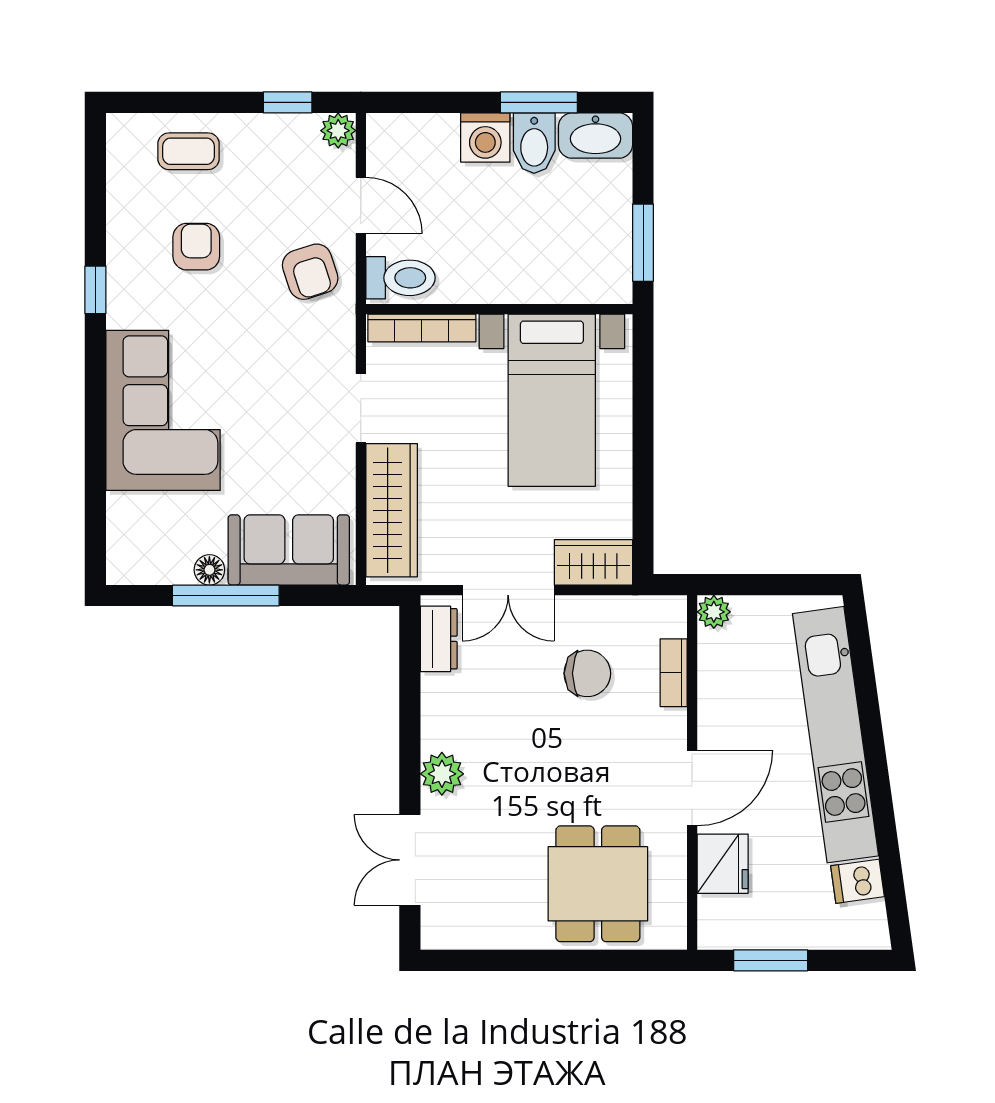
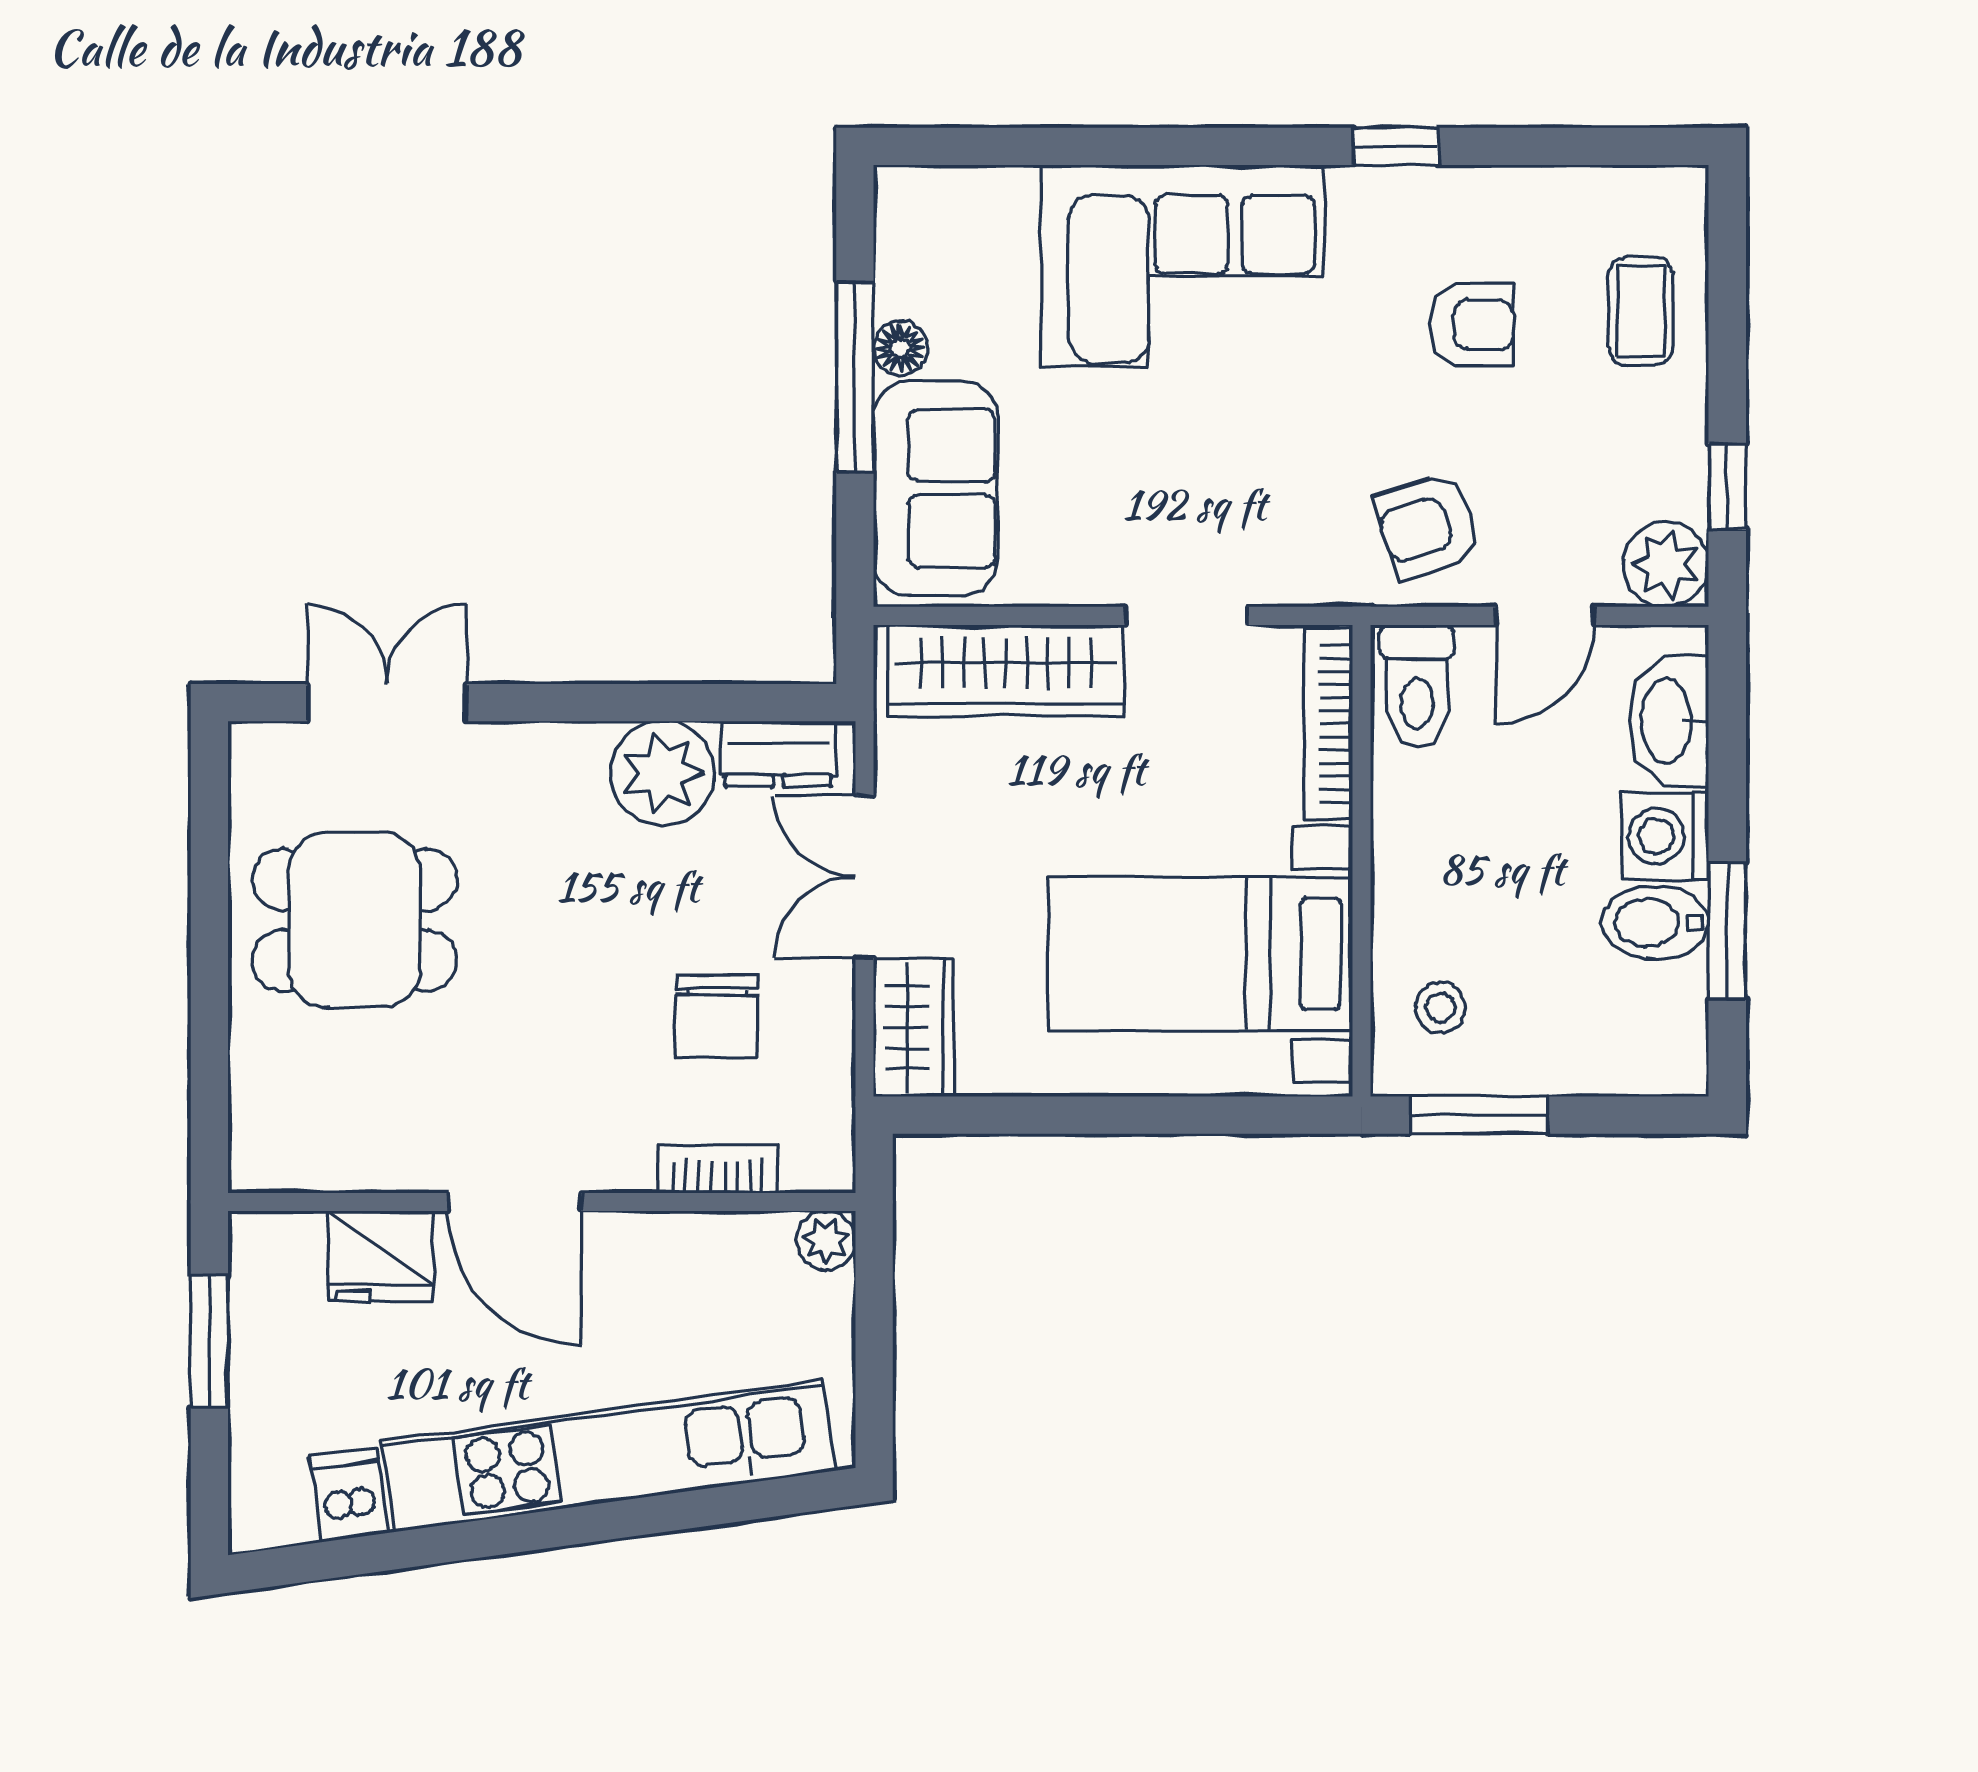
plant: (338, 131) -> (1666, 564), width x1.38, depth x1.38
washbasin: (595, 136) -> (1669, 721), moved
stool: (582, 265) -> (1440, 1007), added
plant: (442, 774) -> (662, 773), moved, width x1.36, depth x1.36
dining table: (598, 884) -> (355, 920), moved

